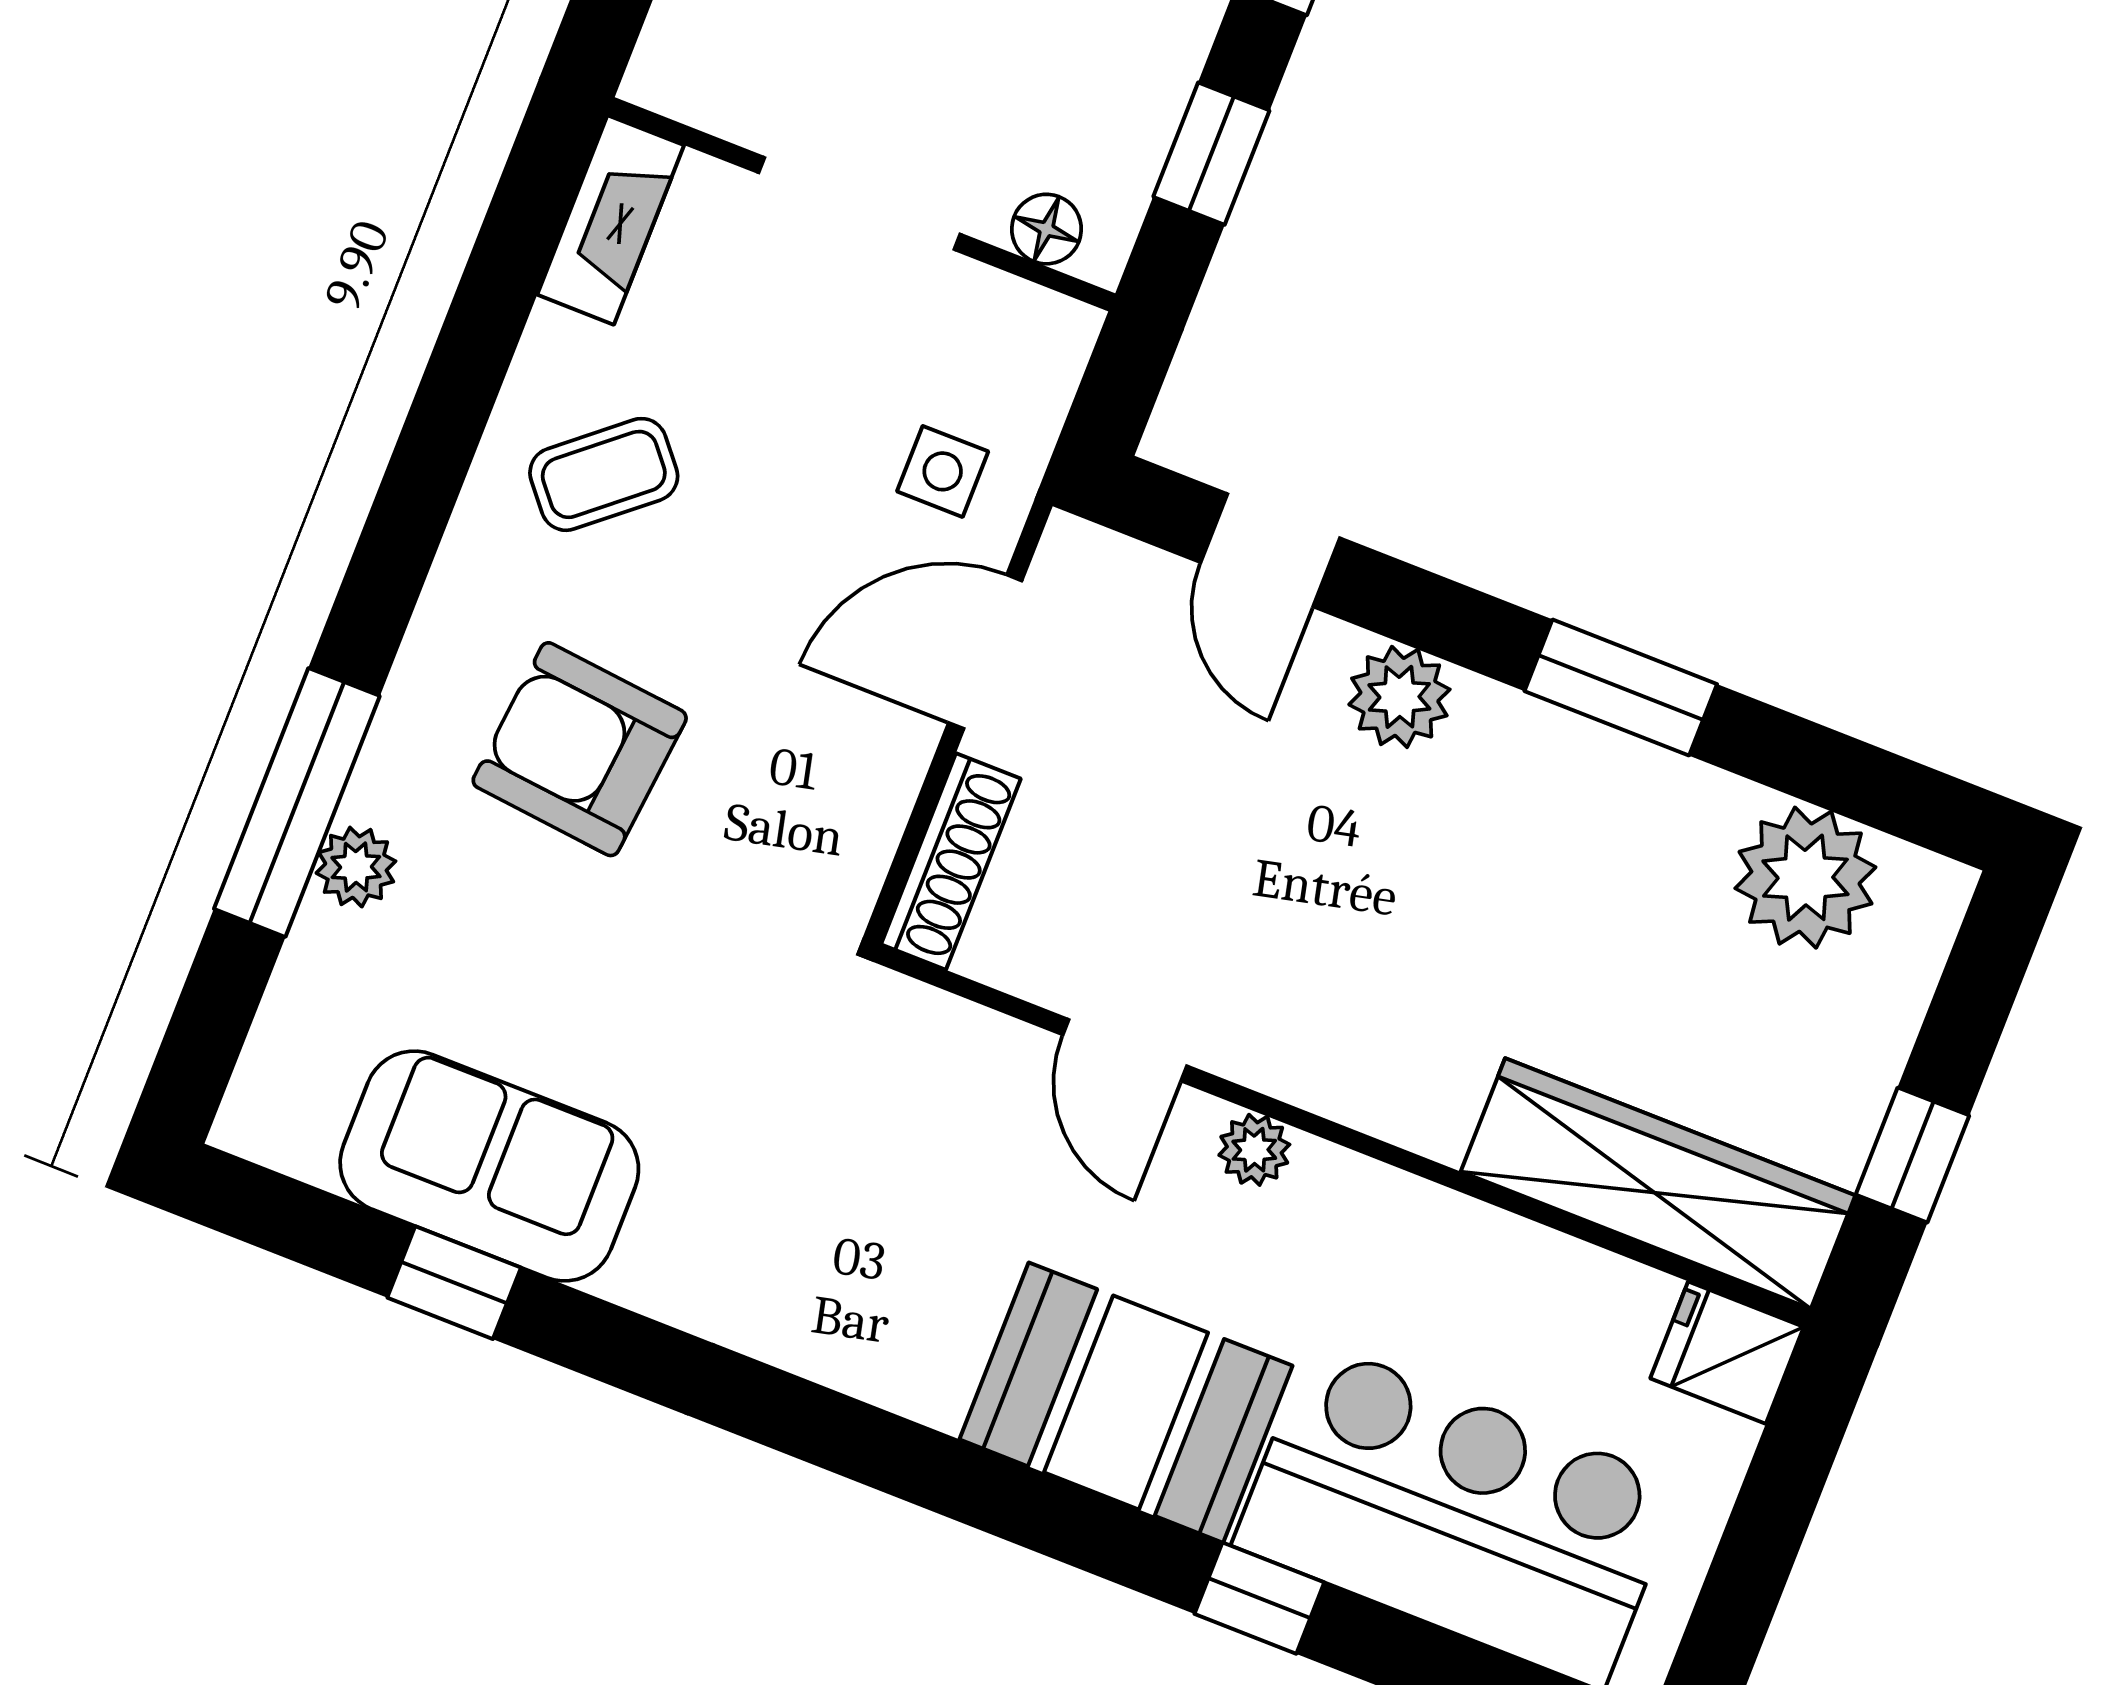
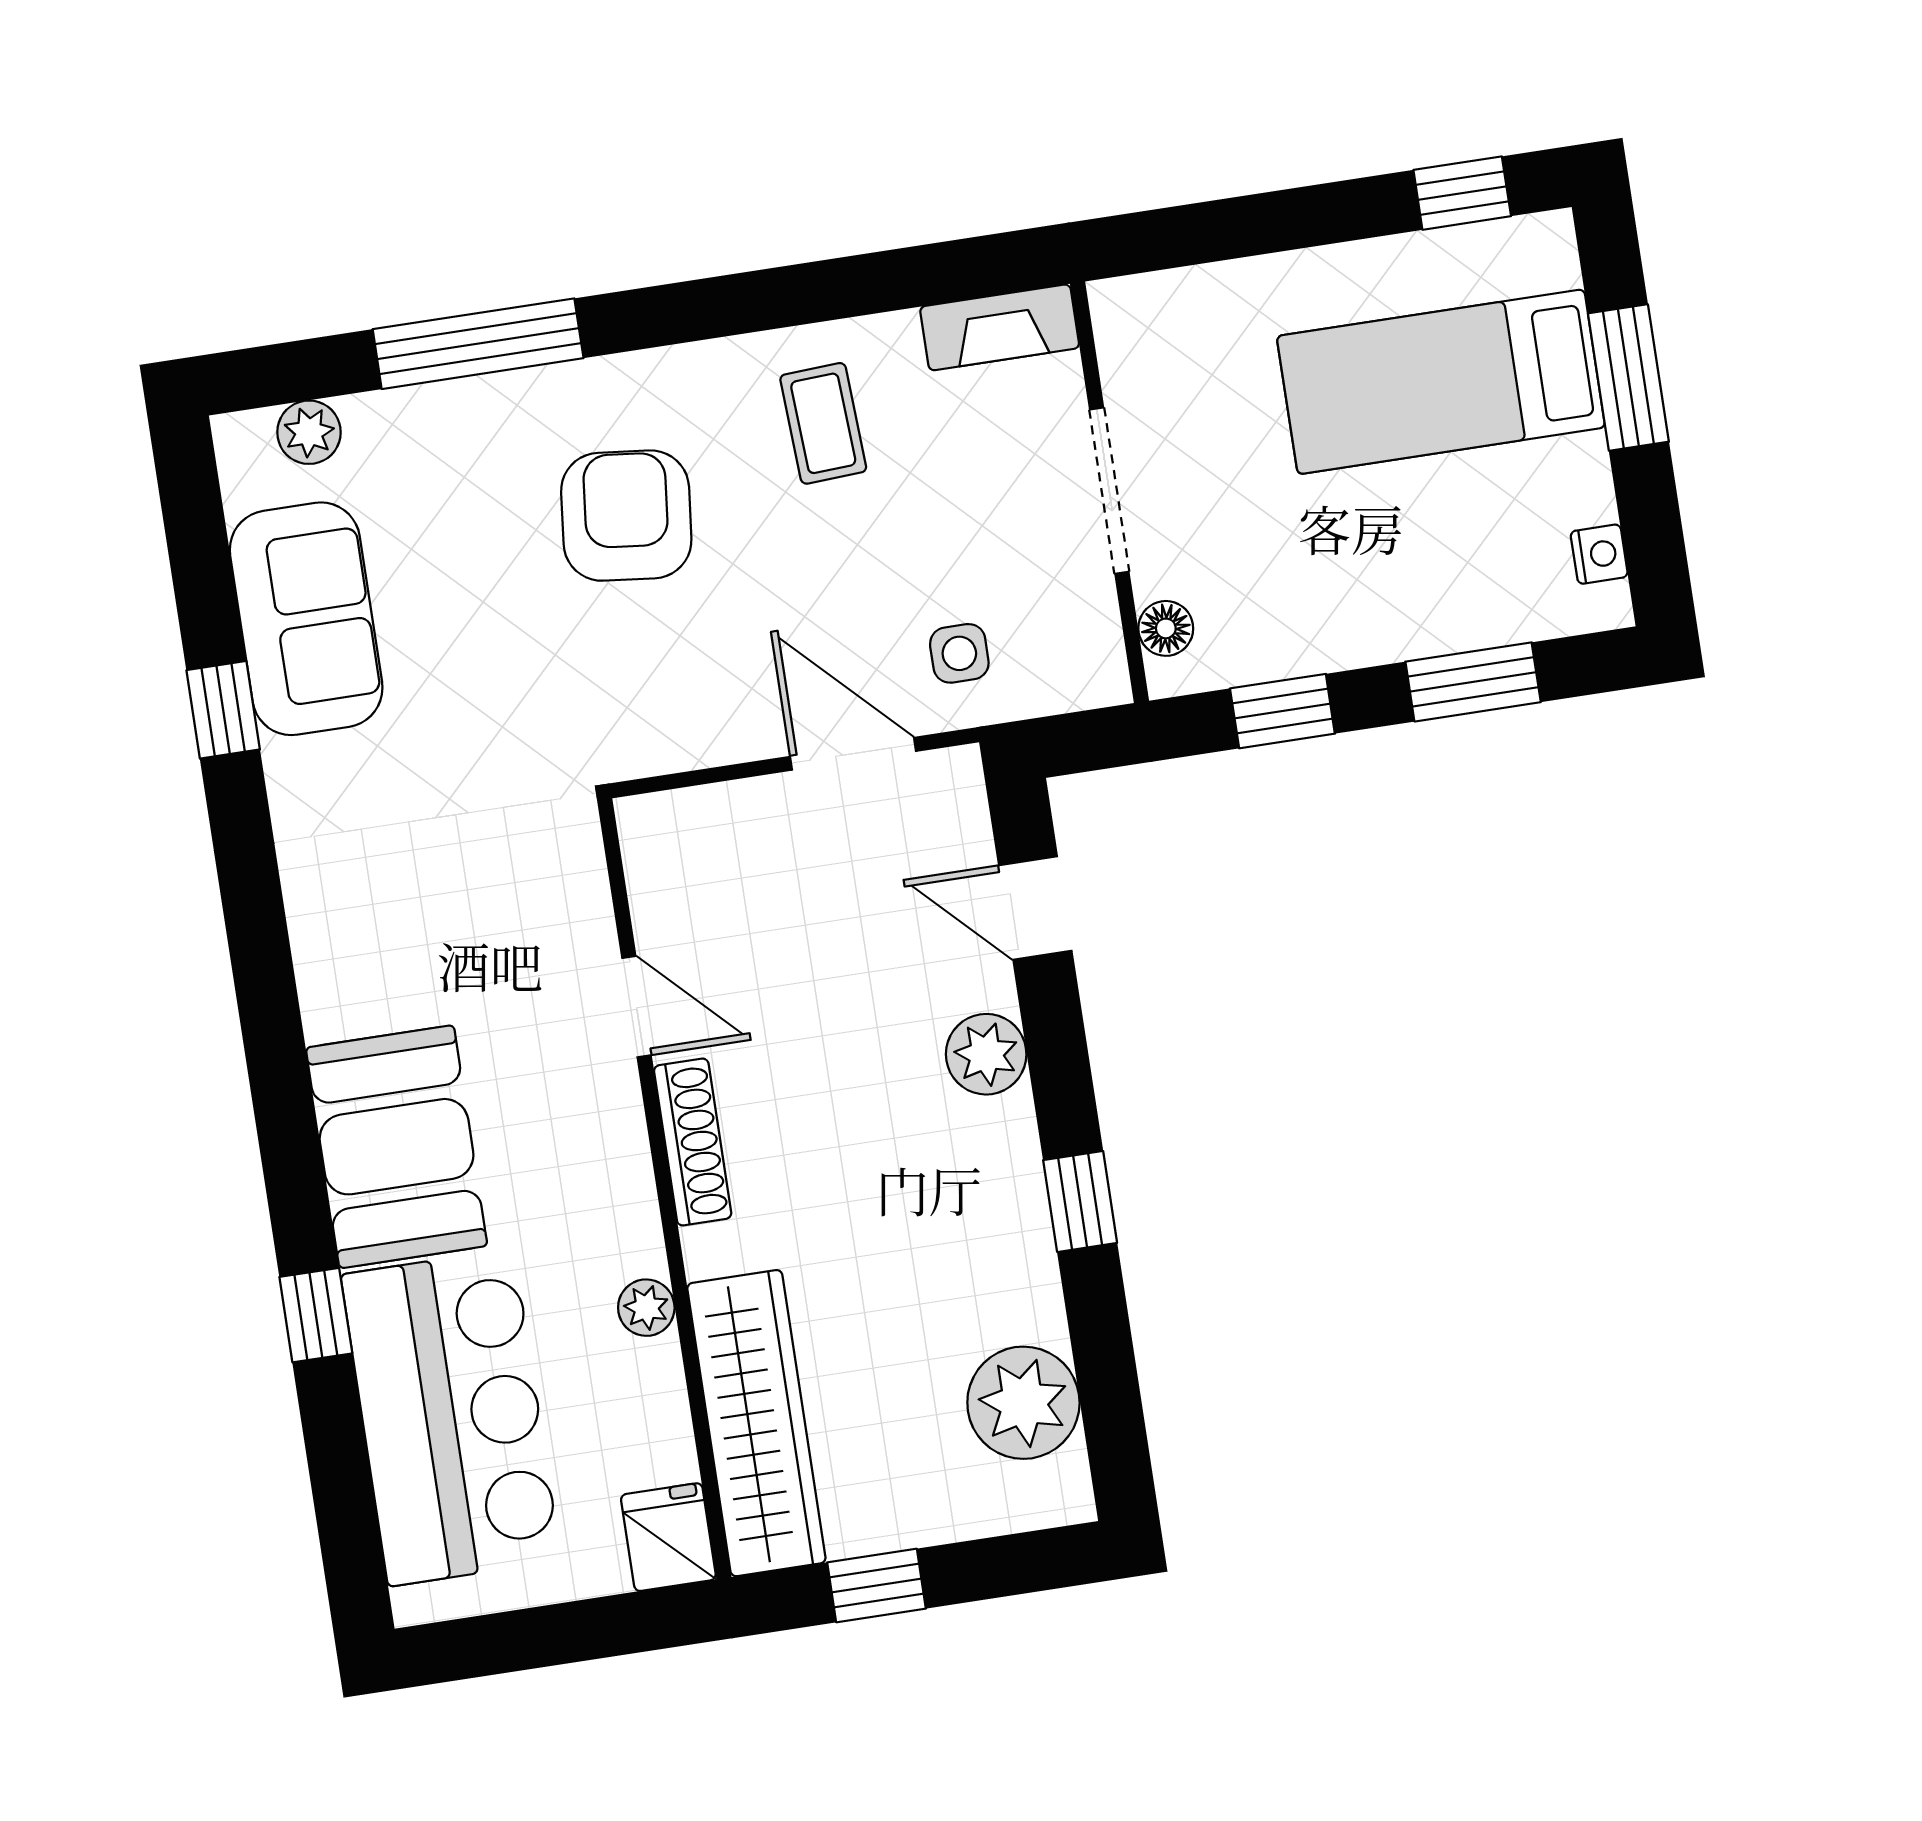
coffee table: (604, 474) -> (823, 423), turned 37
door: (1270, 550) -> (1035, 908), hinge flipped
window: (1621, 688) -> (1080, 1202), width x0.67
shoe rack: (951, 861) -> (693, 1142), moved, turned -90
plant: (356, 867) -> (309, 432), moved
door: (1125, 1050) -> (636, 1007), swing flipped
plant: (1254, 1150) -> (646, 1308), moved
window: (454, 1283) -> (223, 710), moved

